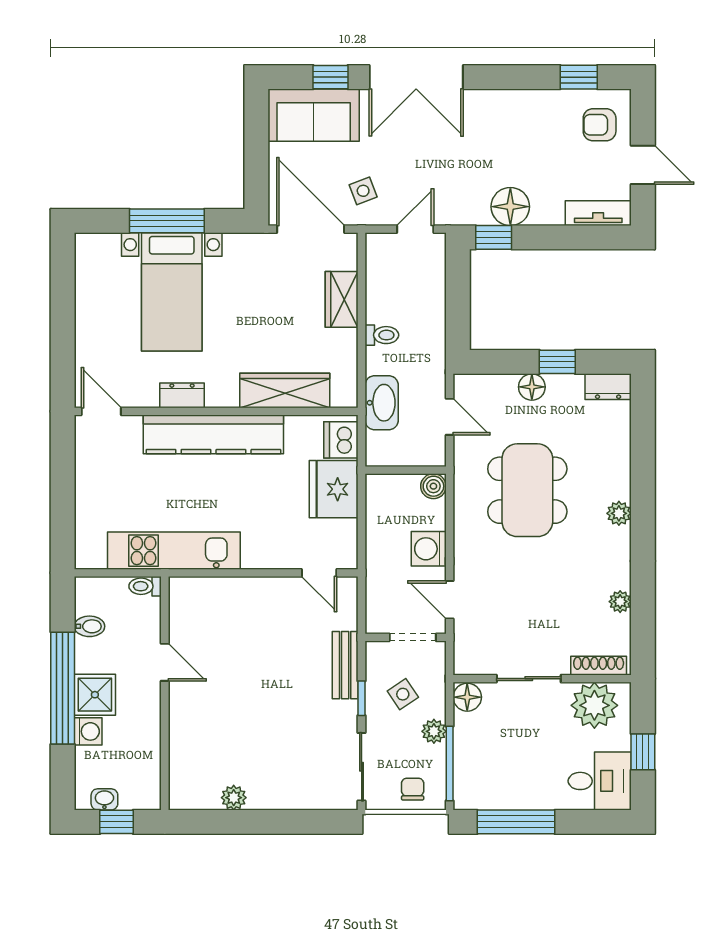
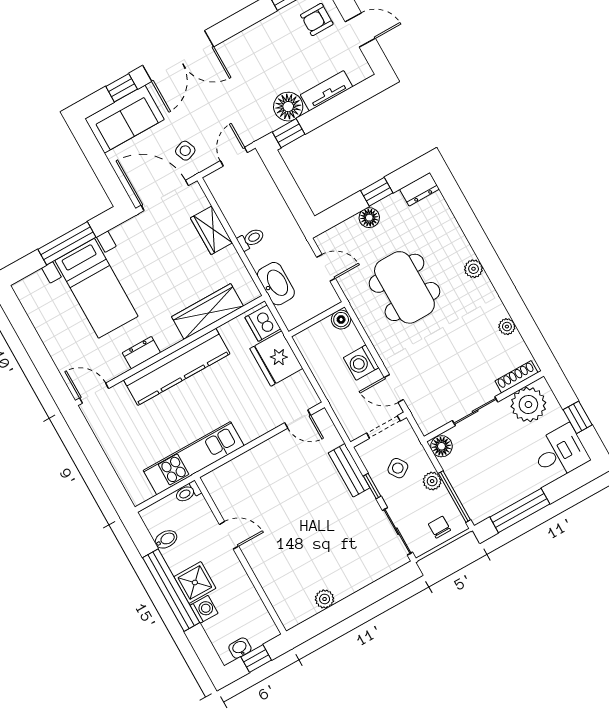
tv unit: (598, 213) -> (327, 91), moved

